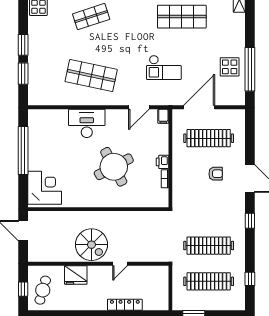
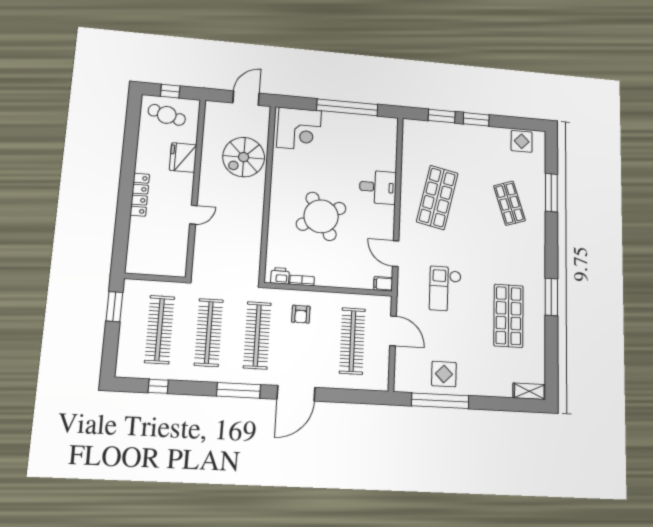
door: (199, 107) -> (393, 331), width x0.73
desk: (87, 123) -> (378, 187), width x0.73
printer: (162, 162) -> (280, 276), moved
armchair: (216, 174) -> (301, 314), moved
clothes rail: (209, 210) -> (257, 335), added
window: (250, 221) -> (239, 390), width x2.17
spiral stairs: (91, 245) -> (244, 157), moved
door: (120, 264) -> (193, 215), swing flipped
locker: (125, 305) -> (140, 195), moved

